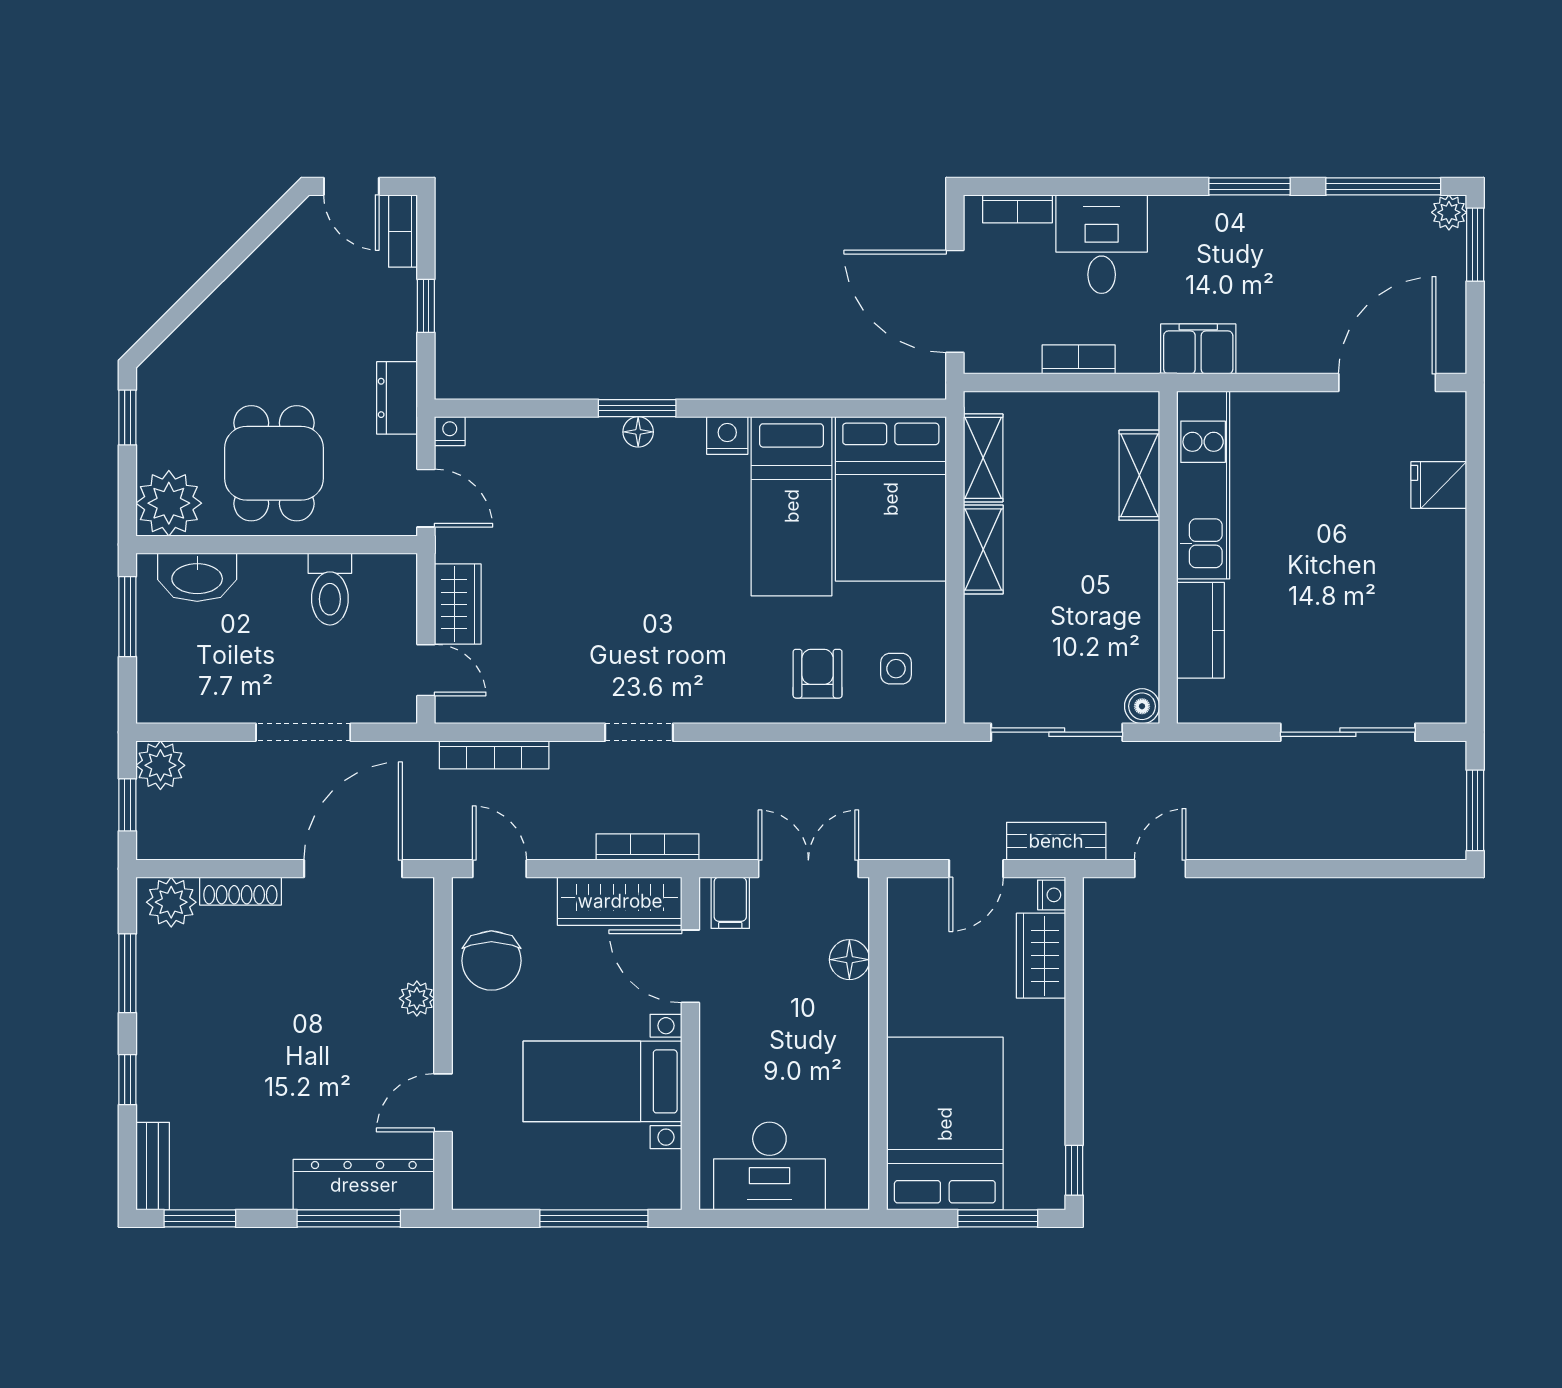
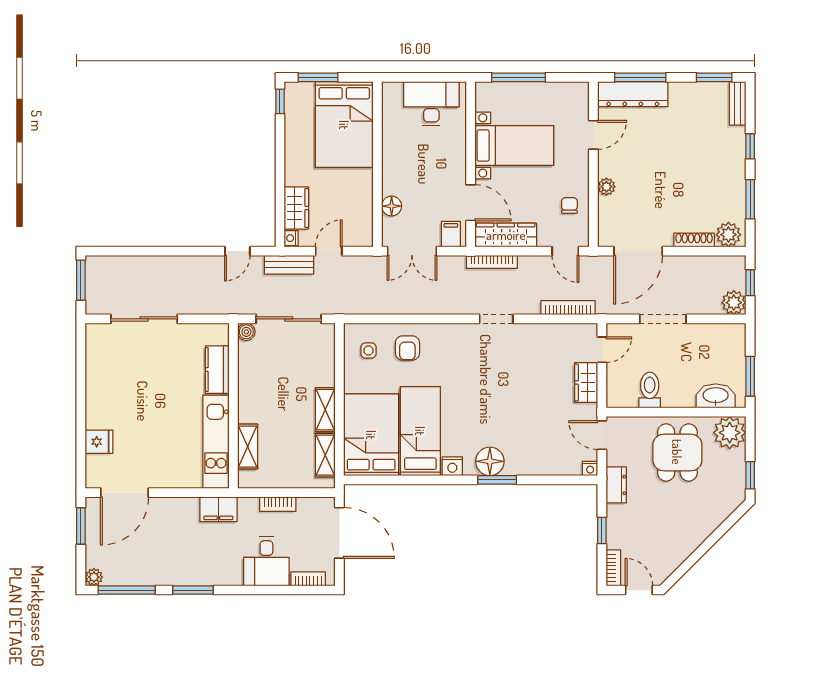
window: (1475, 245) -> (81, 526), moved
floor lamp: (638, 432) -> (490, 461), width x1.89, depth x1.89
door: (426, 670) -> (602, 350), swing flipped
chair: (491, 961) -> (569, 206), width x0.54, depth x0.54

